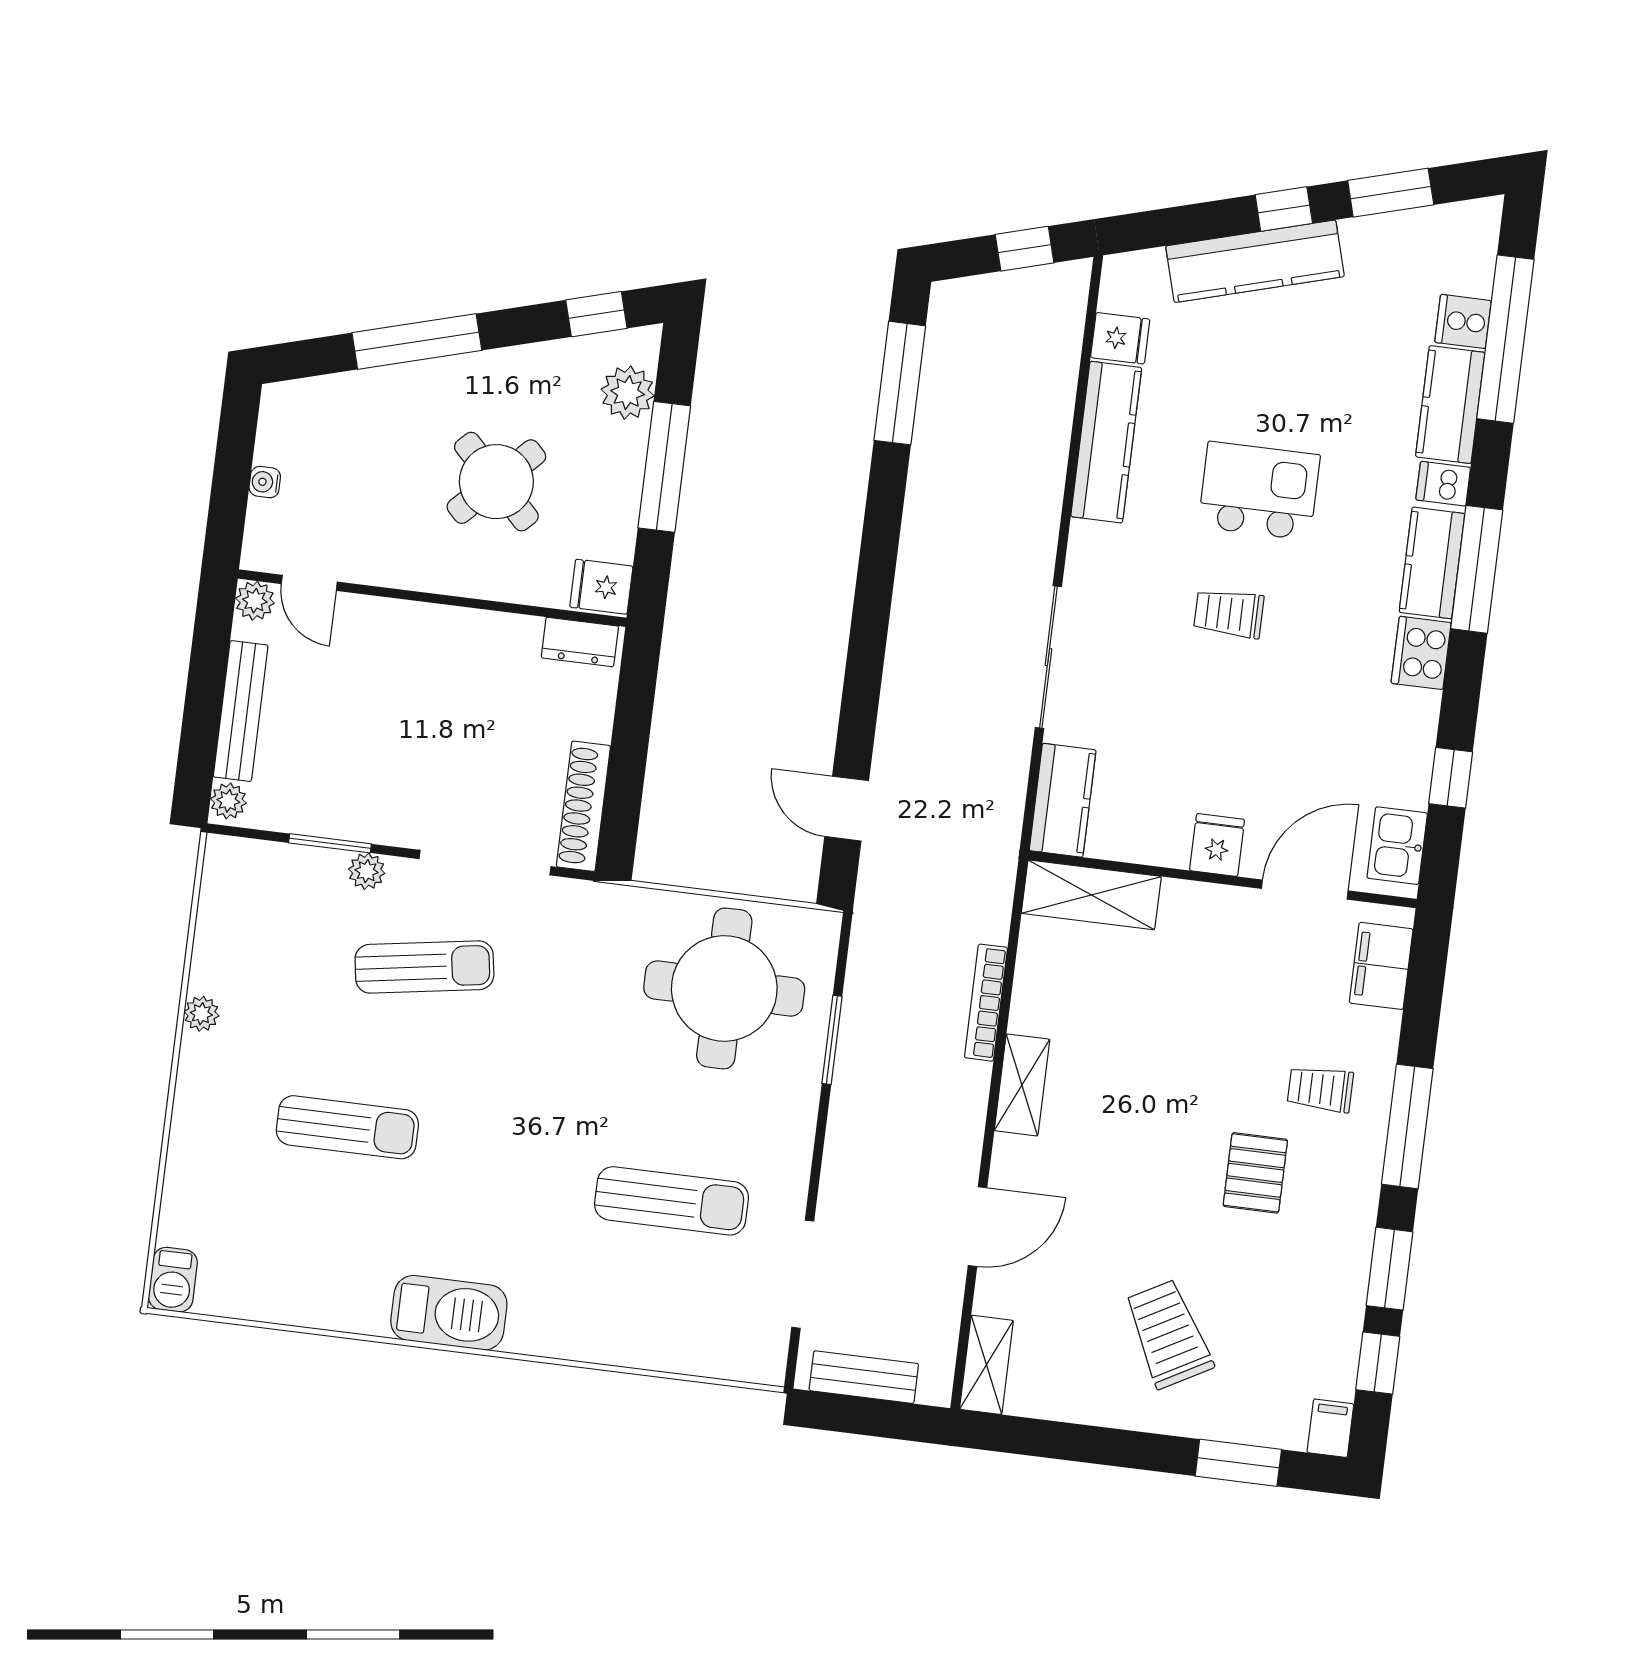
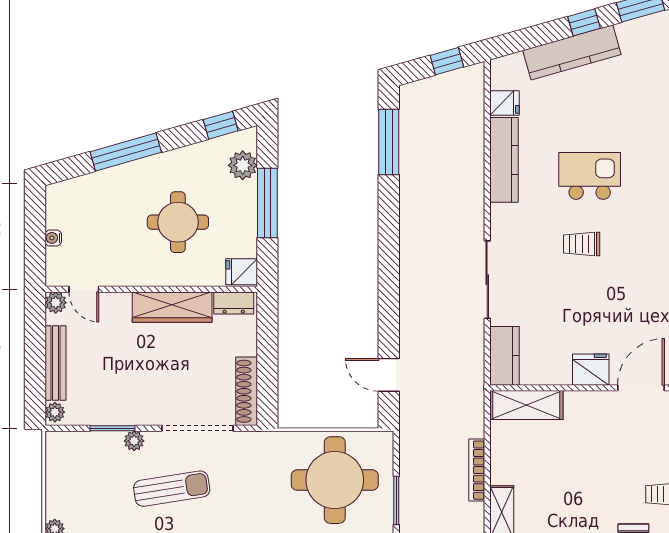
round table: (496, 482) -> (178, 222), turned 45
wardrobe: (466, 636) -> (172, 307), added
fridge: (1217, 845) -> (591, 370), width x1.38

